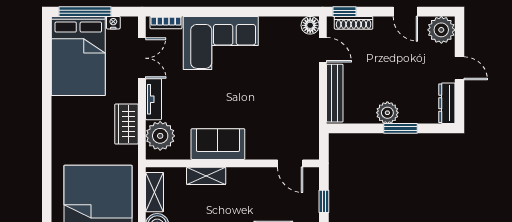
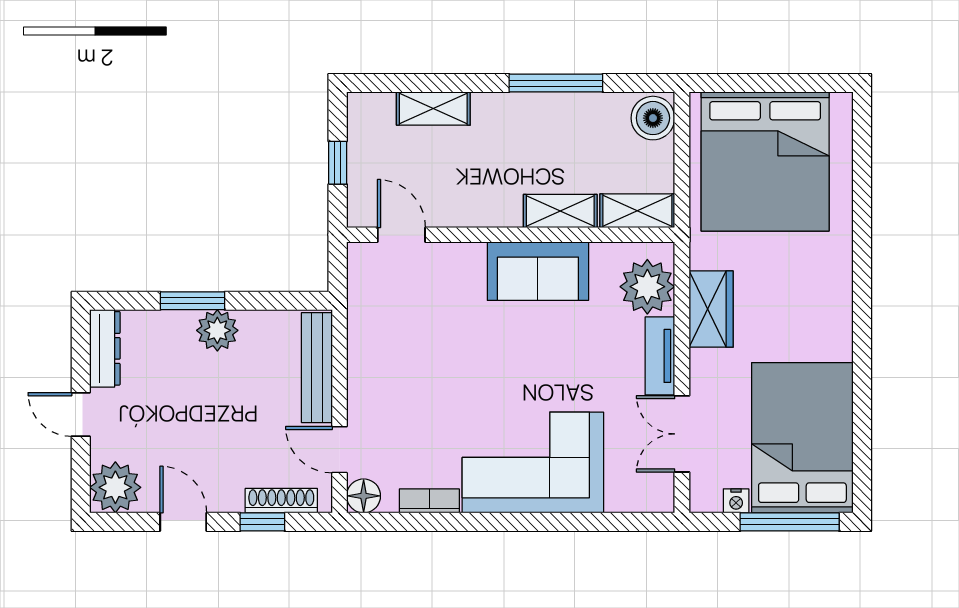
window: (344, 12) -> (262, 522), moved
bookcase: (166, 23) -> (429, 501), moved
shelving: (155, 192) -> (637, 211), moved, turned 90

